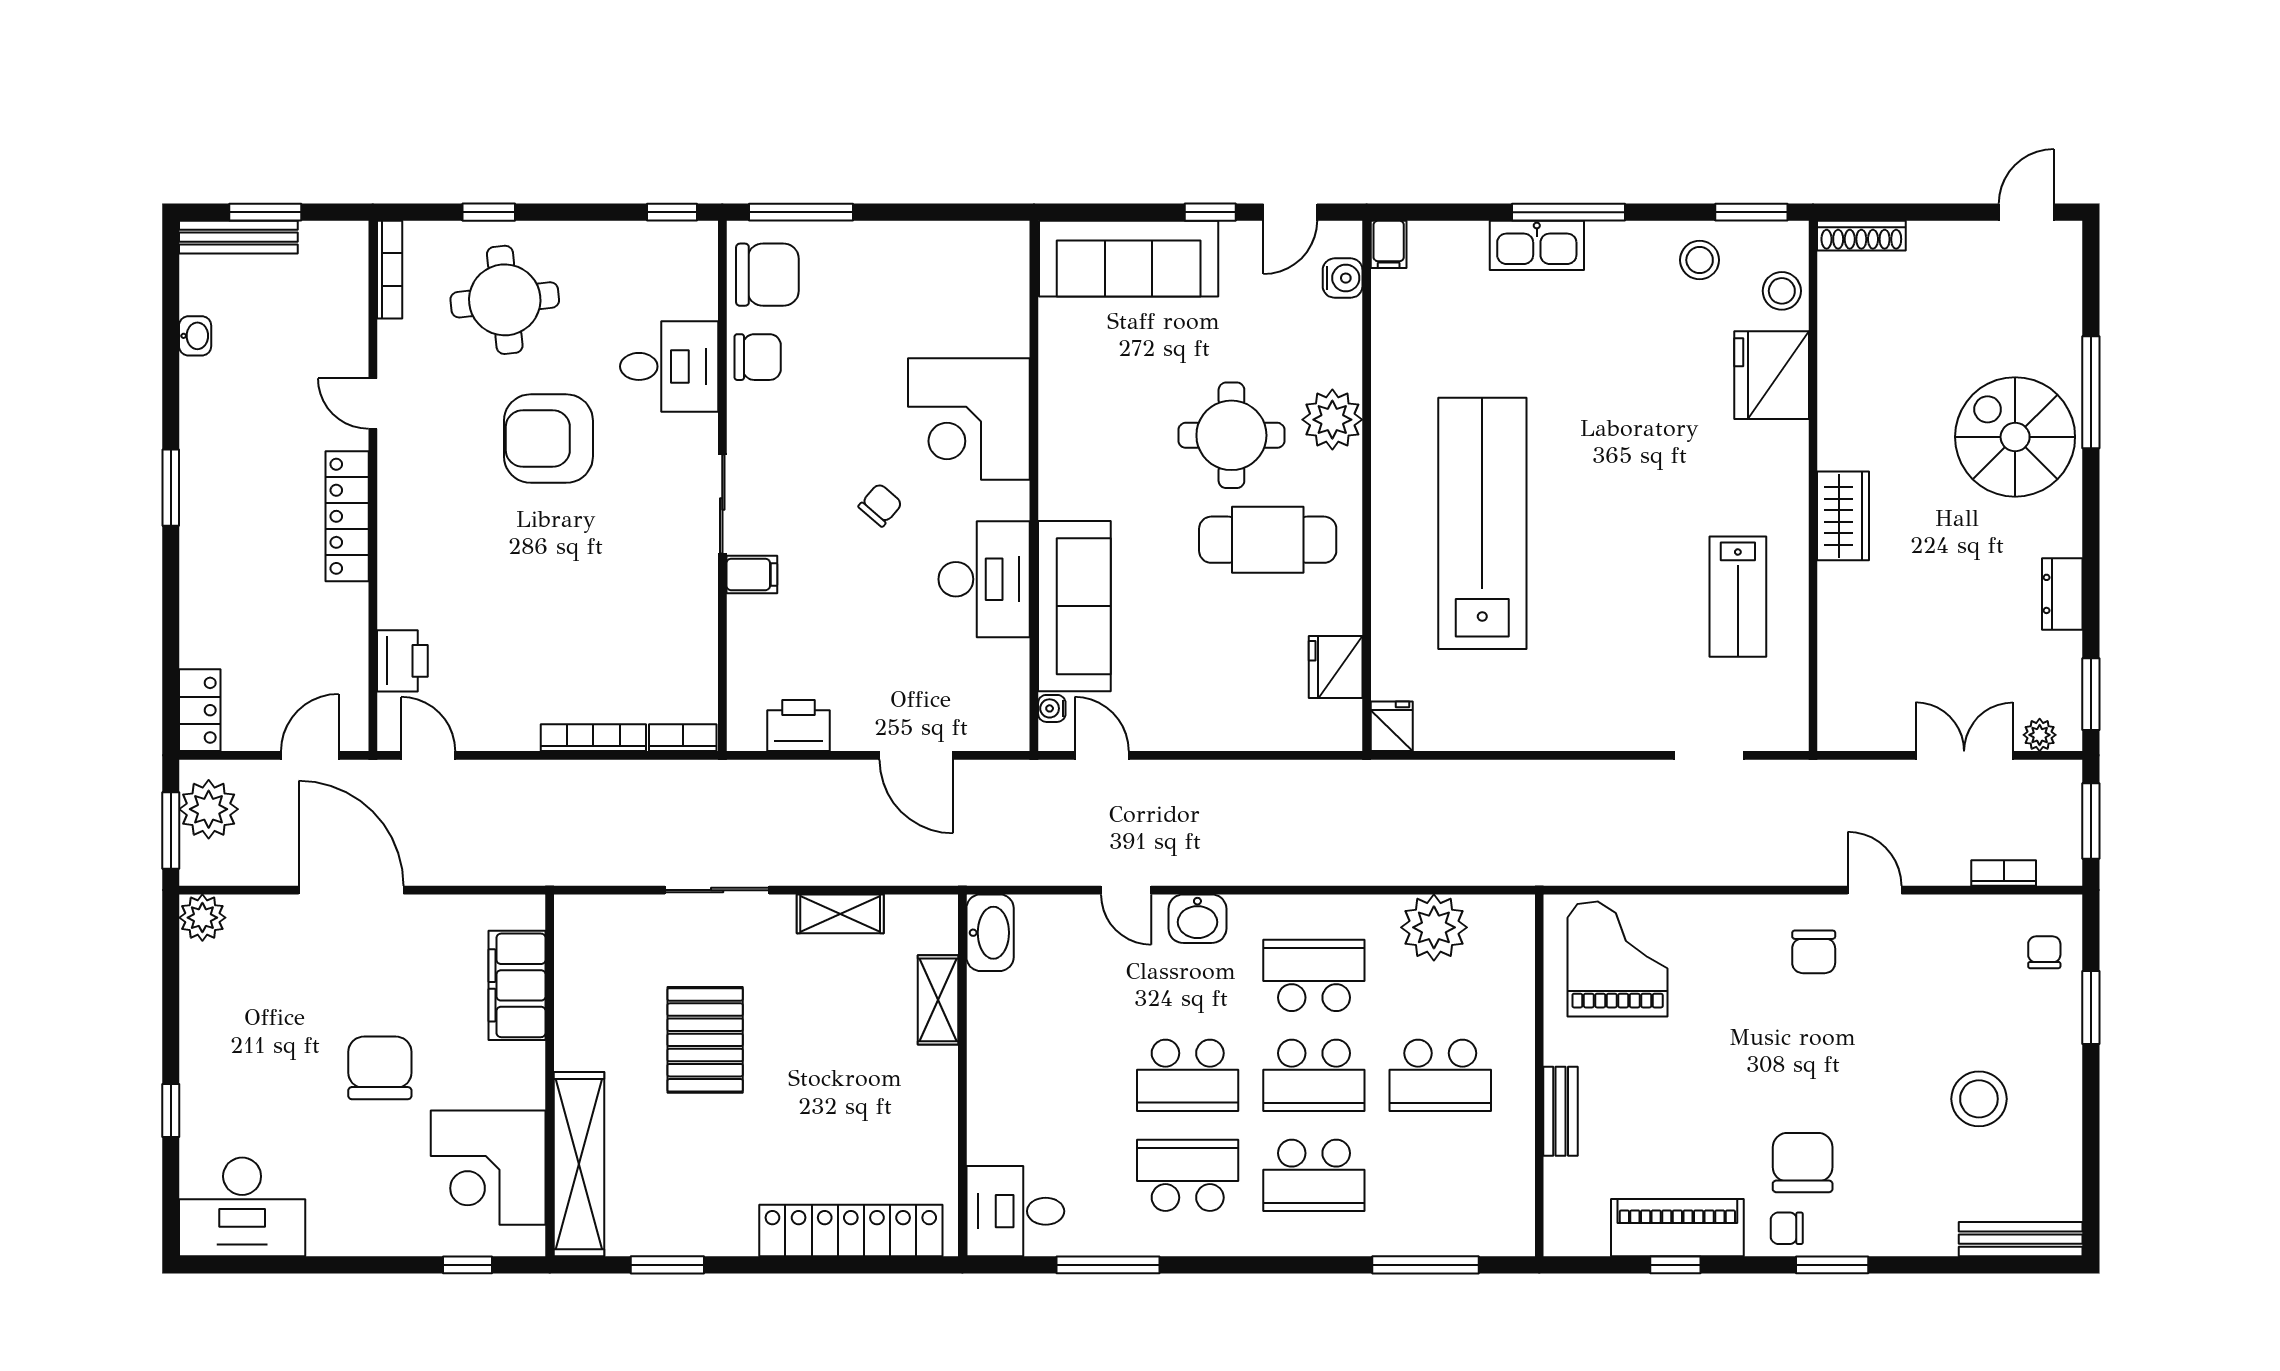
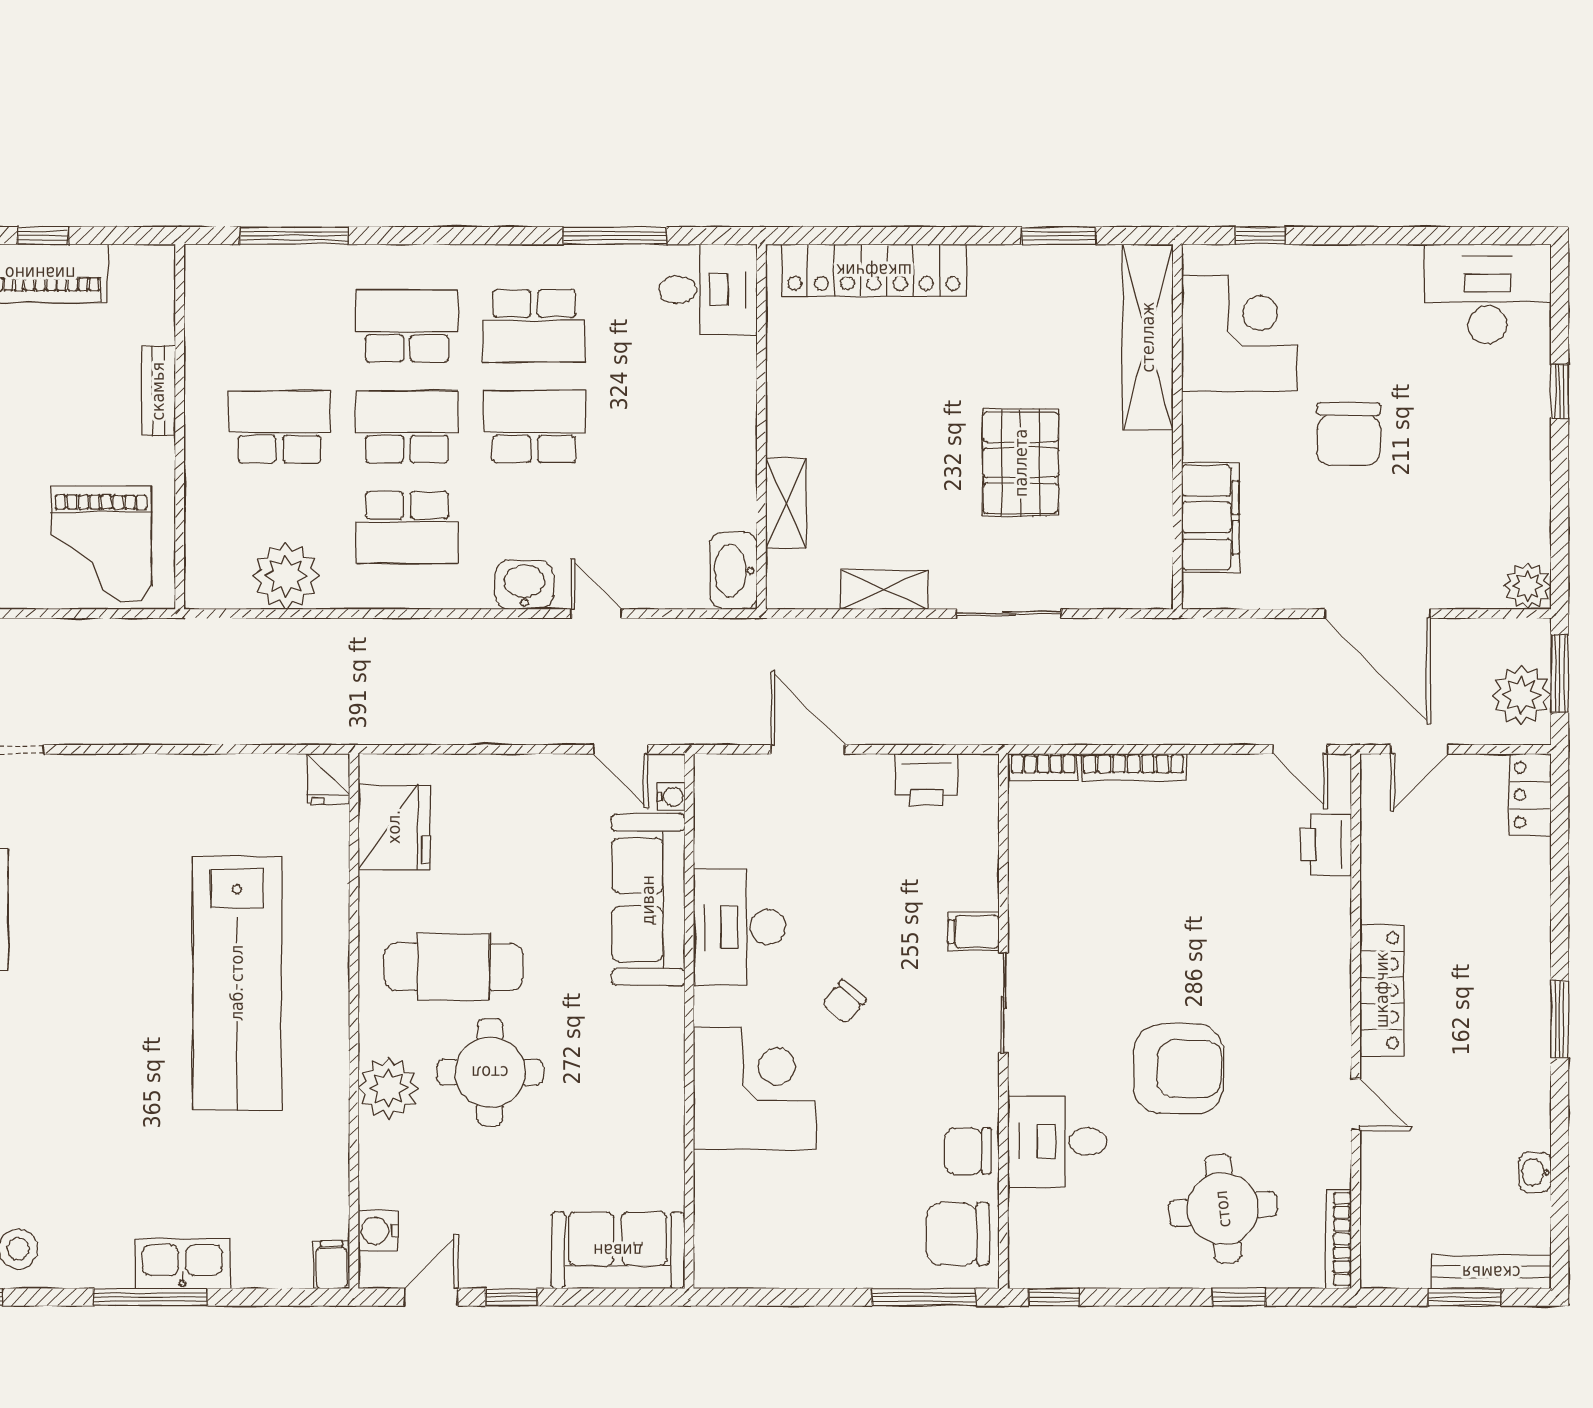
sofa: (1129, 259) -> (618, 1250), width x0.73
fridge: (1336, 667) -> (394, 827), width x1.36, depth x1.34

